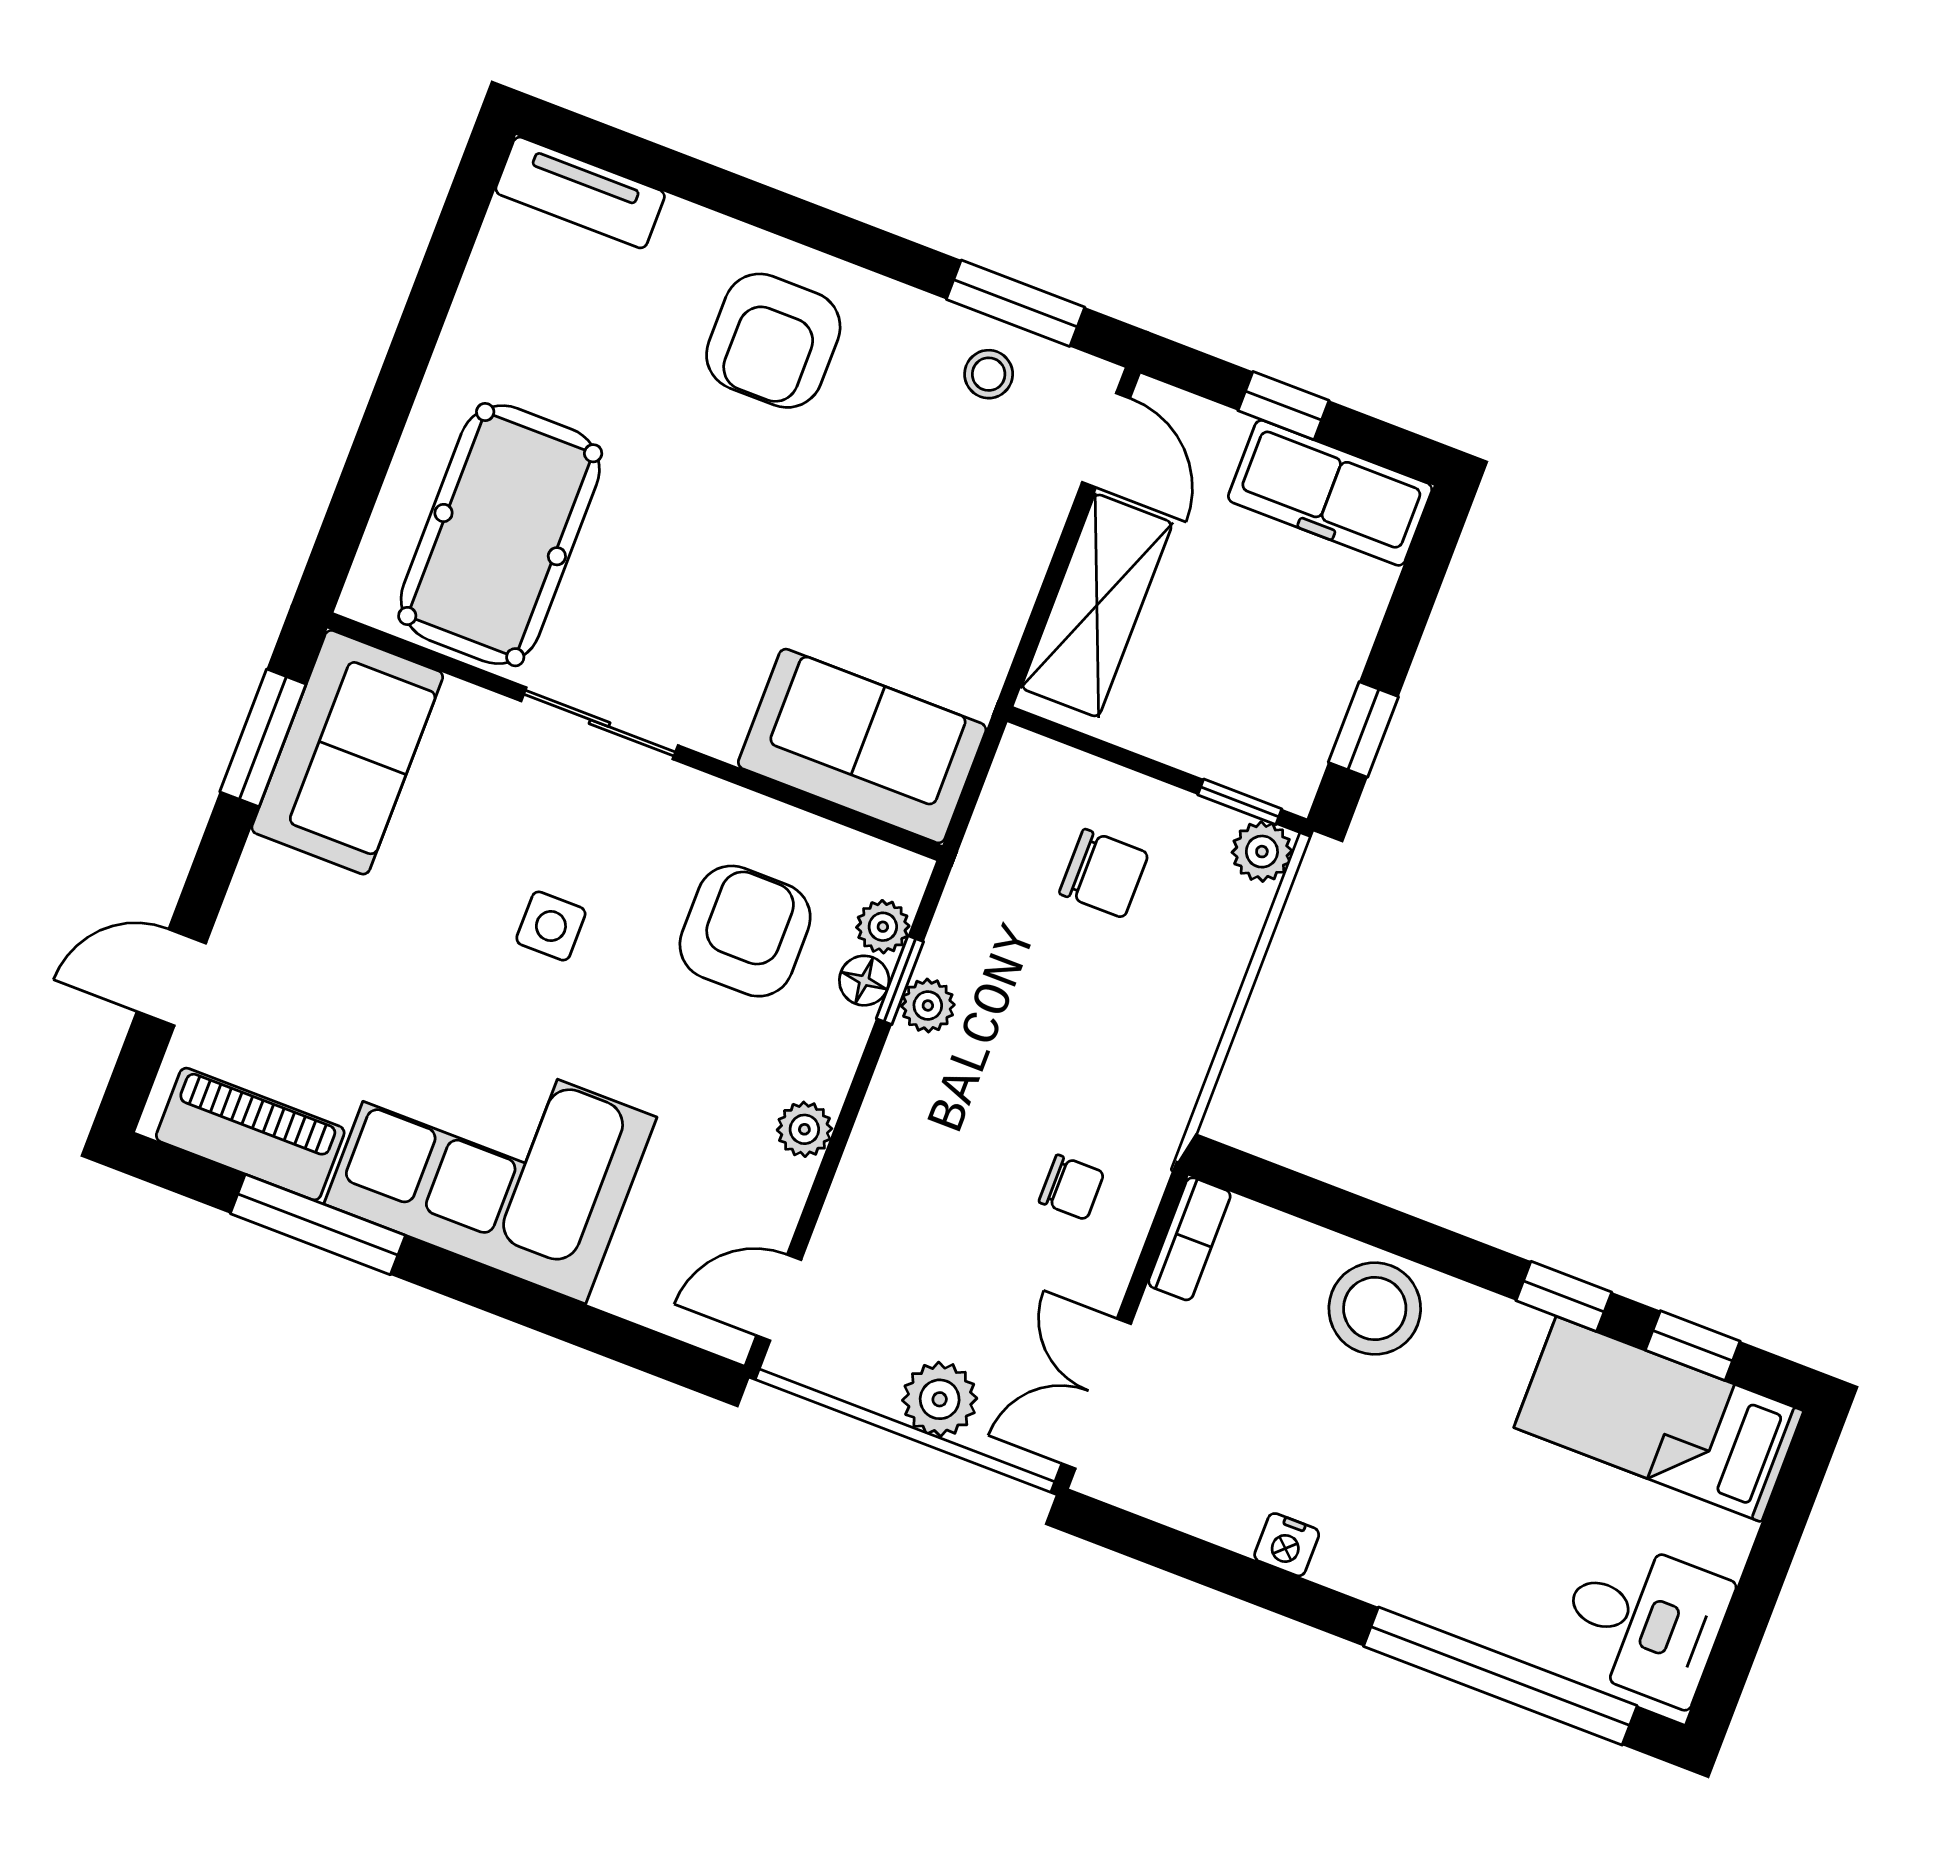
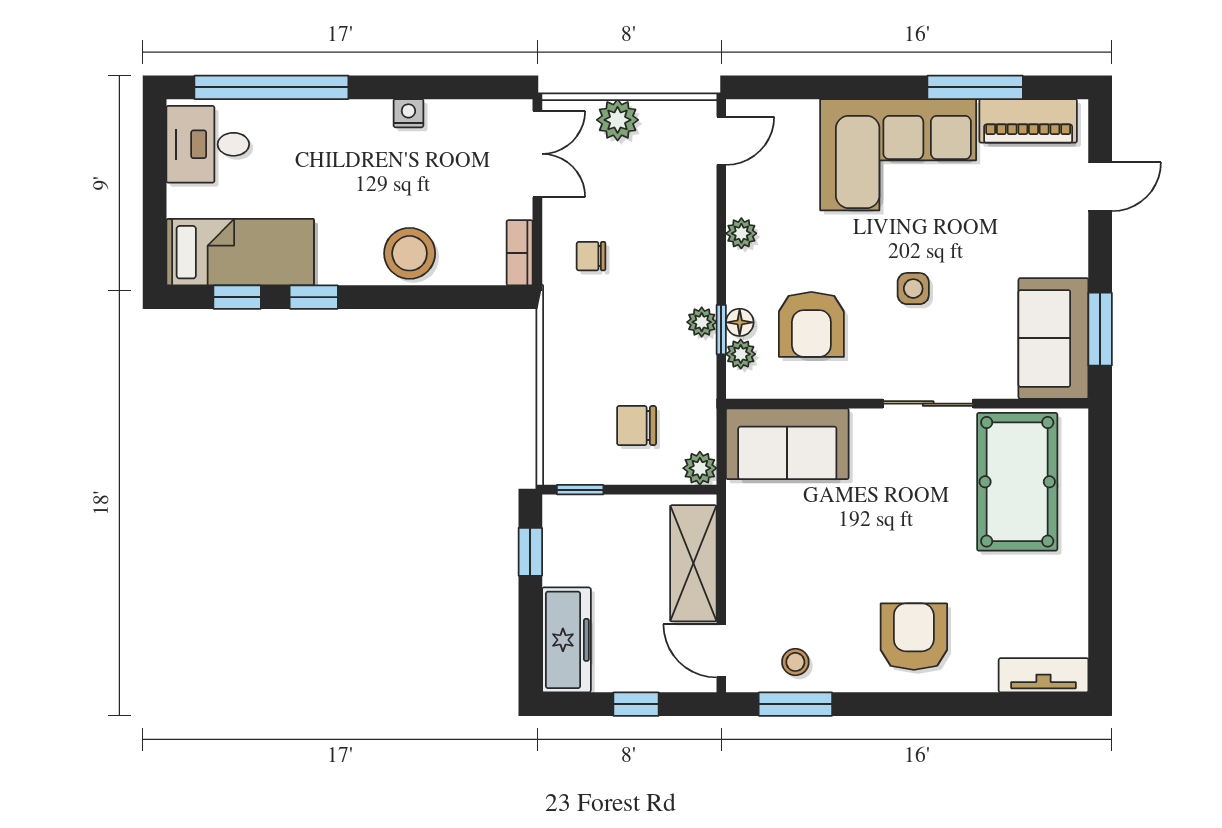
freezer: (1330, 493) -> (566, 640), moved, turned 90
plant: (1262, 852) -> (700, 468), moved

